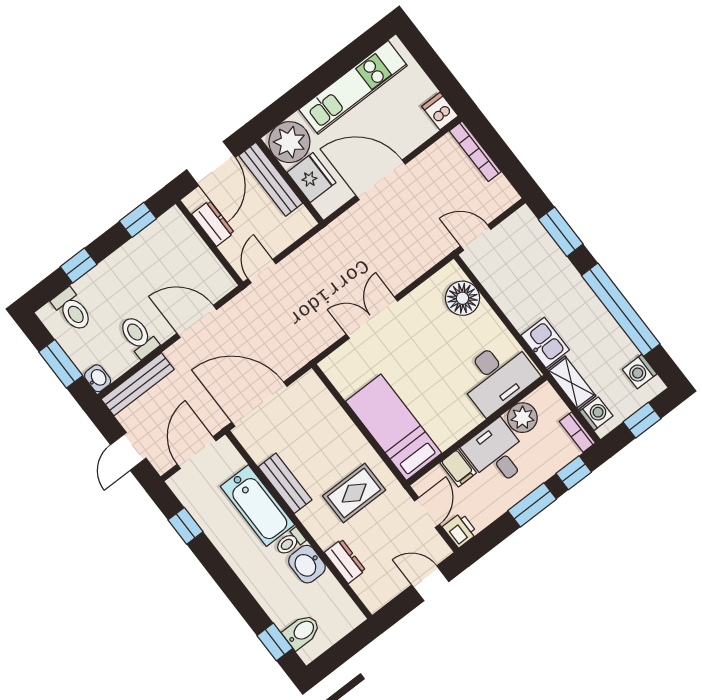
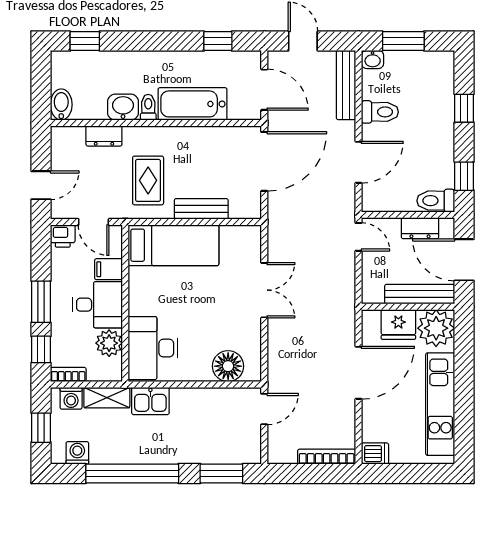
toilet: (72, 310) -> (436, 201), moved
bench: (285, 483) -> (201, 209), moved
bidet: (302, 632) -> (61, 105), moved, turned 180

